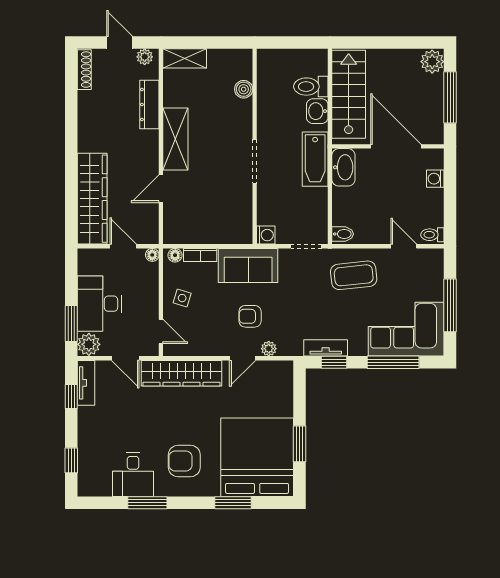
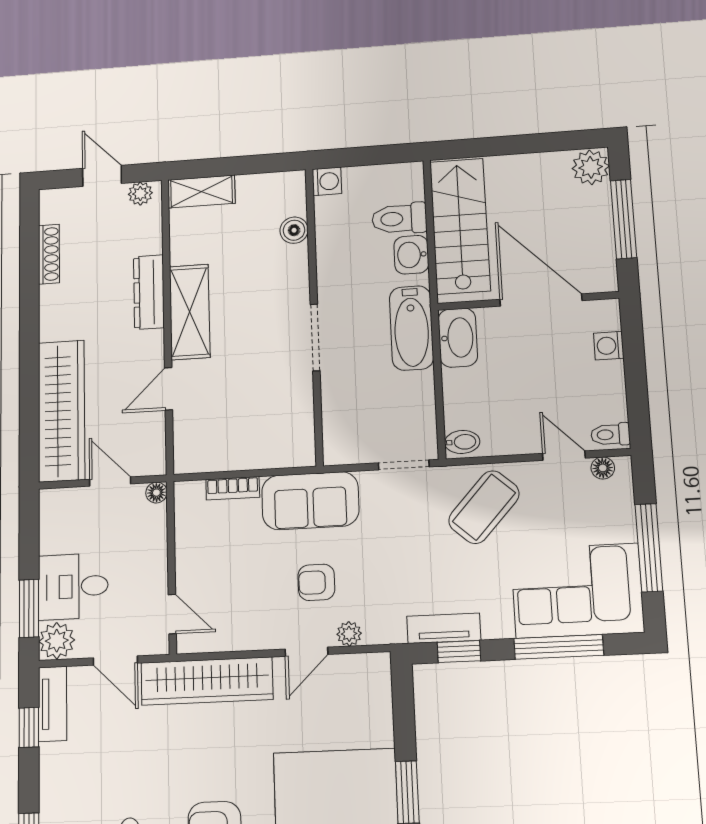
shoe rack: (84, 70) -> (49, 254), moved
dresser: (149, 104) -> (149, 292), moved
washing machine: (266, 235) -> (327, 181), moved
floor lamp: (175, 255) -> (603, 468), moved
coffee table: (354, 275) -> (484, 507), turned -42
side table: (182, 298) -> (205, 559), removed
desk: (99, 304) -> (73, 586), width x0.73

